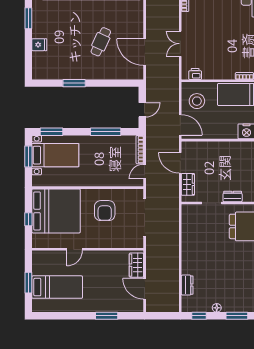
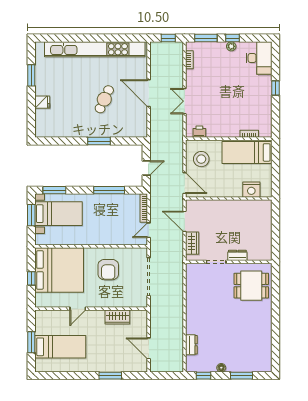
door: (145, 52) -> (149, 93), moved
window: (74, 83) -> (99, 141), moved
wardrobe: (136, 265) -> (117, 317), moved, turned -90

